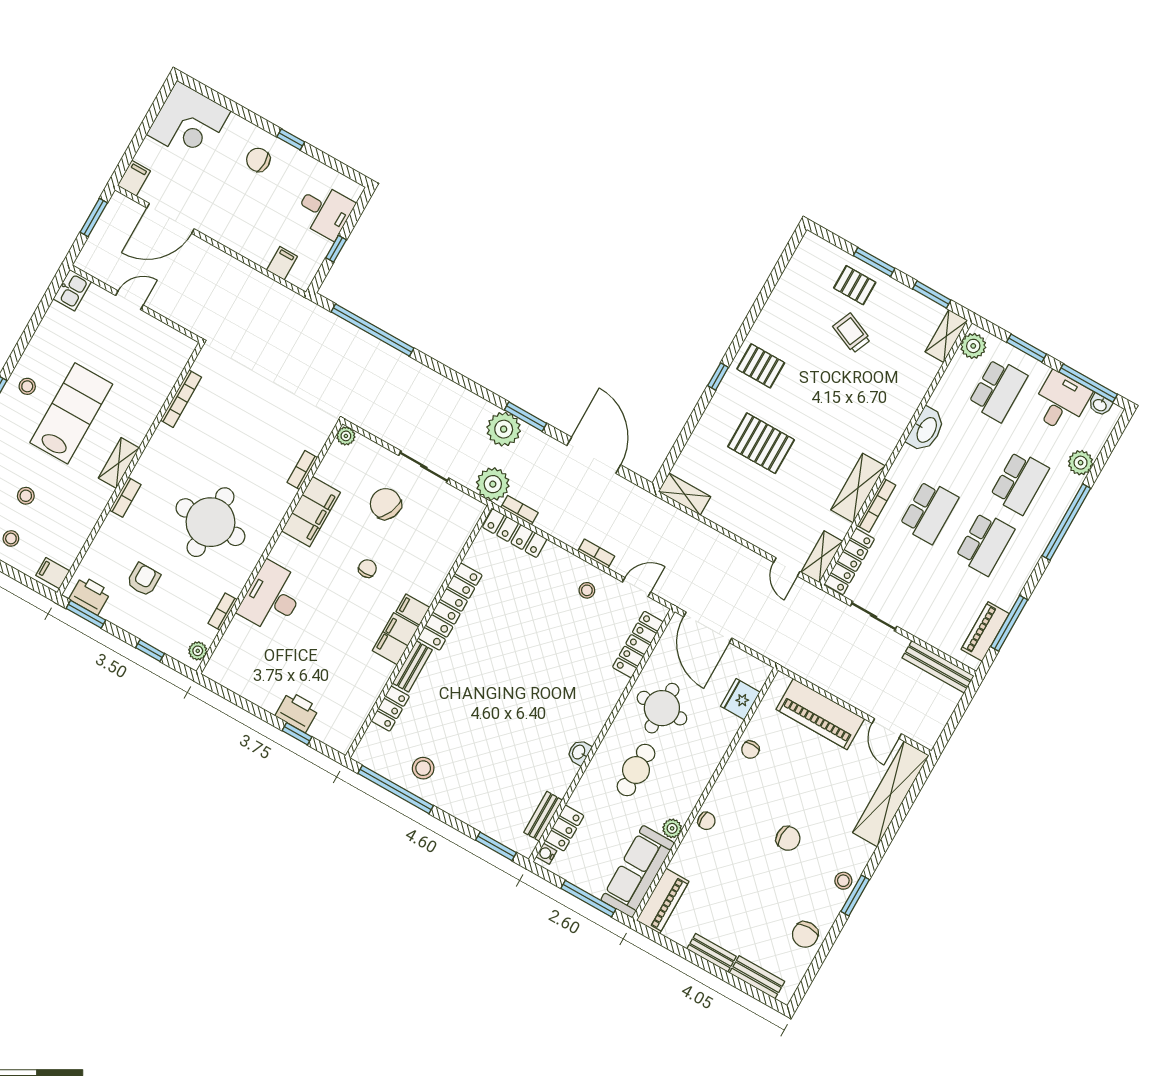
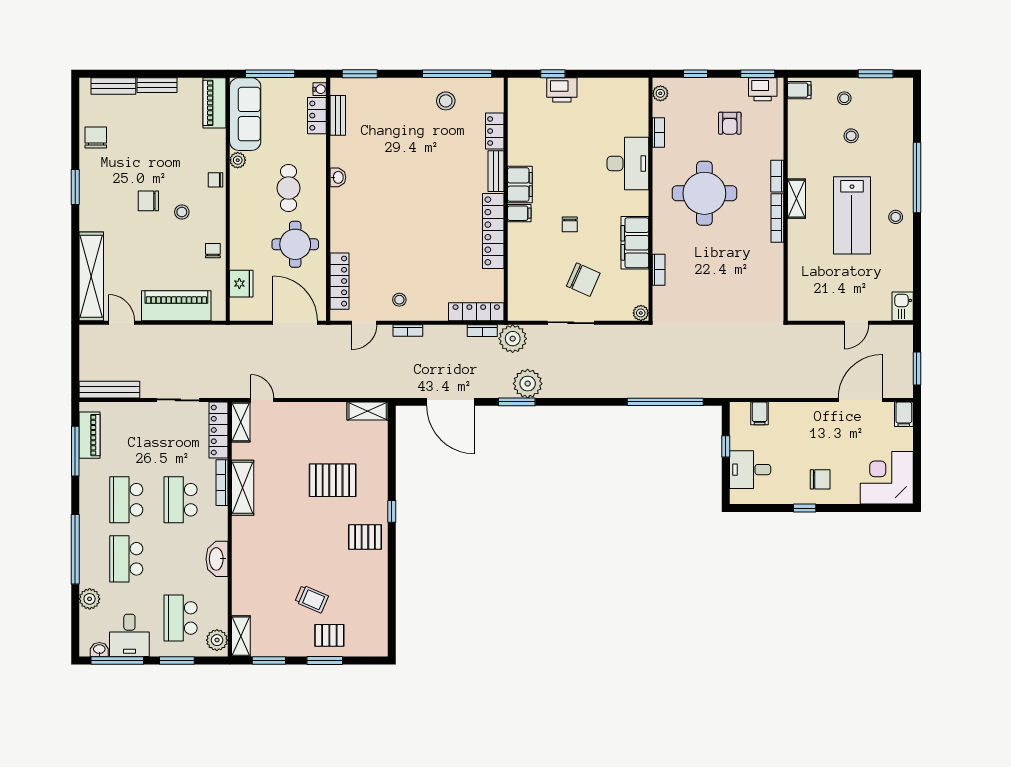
bookcase: (181, 399) -> (777, 218), moved
stool: (843, 881) -> (182, 212), moved

